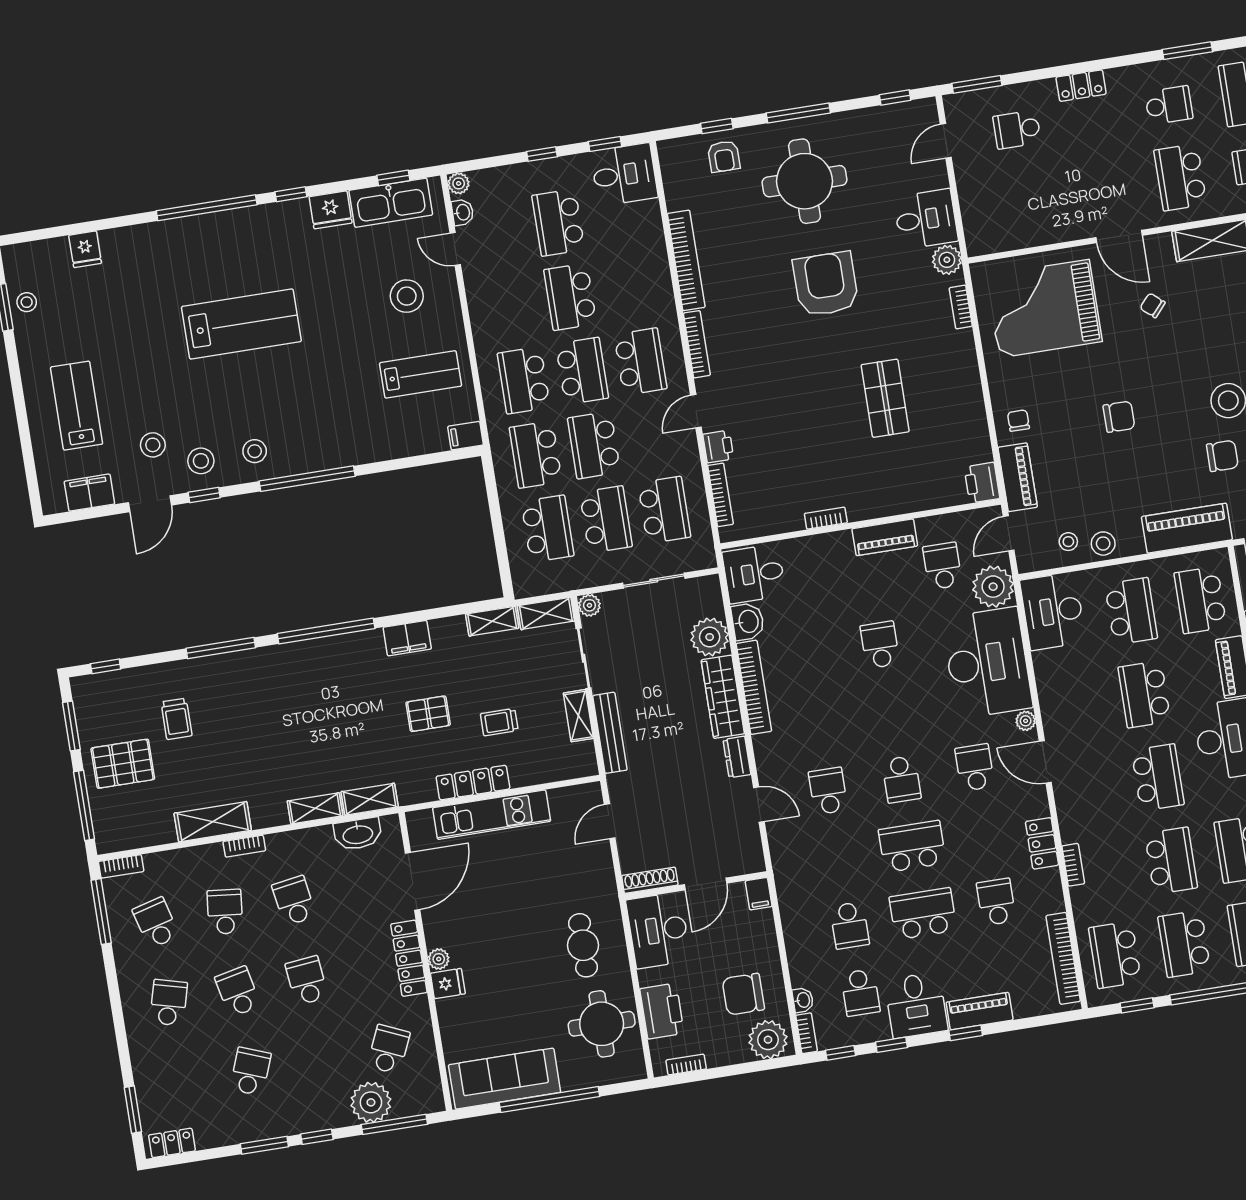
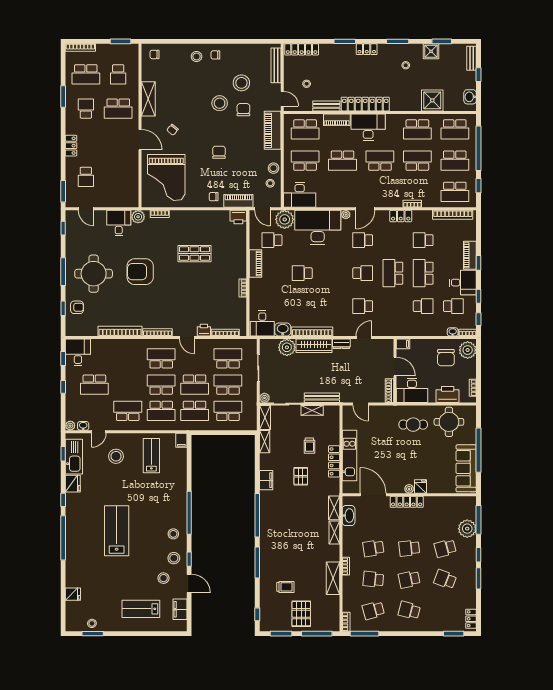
door: (1119, 236) -> (140, 140), hinge flipped
school desk: (570, 297) -> (128, 411), moved, turned 180
school desk: (389, 1049) -> (445, 548), moved, turned -39

